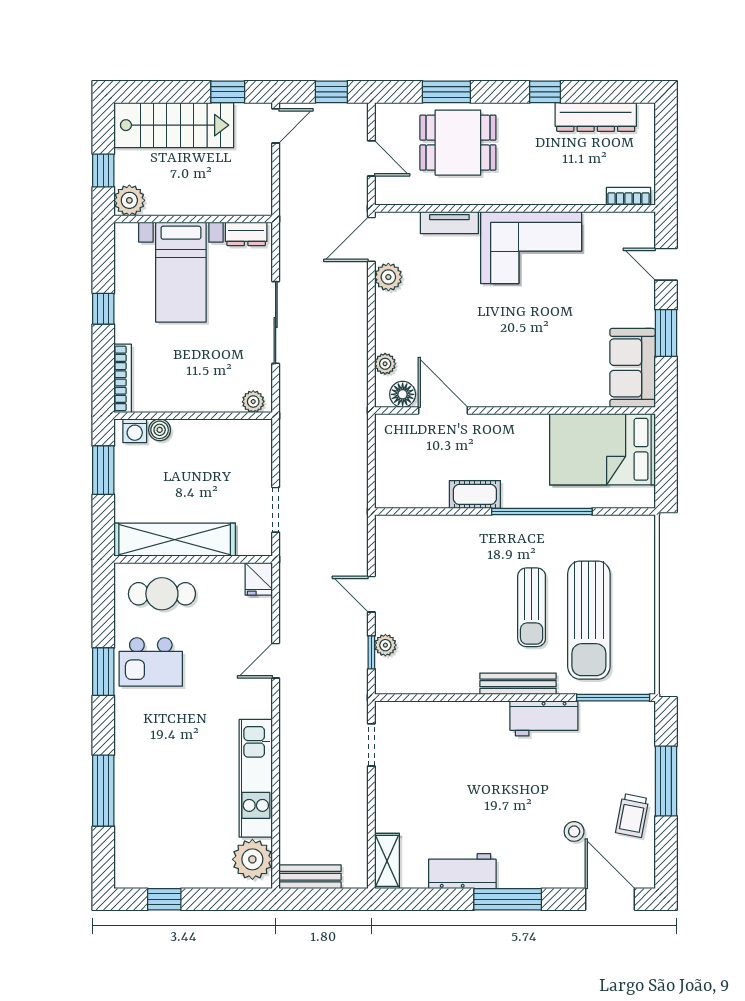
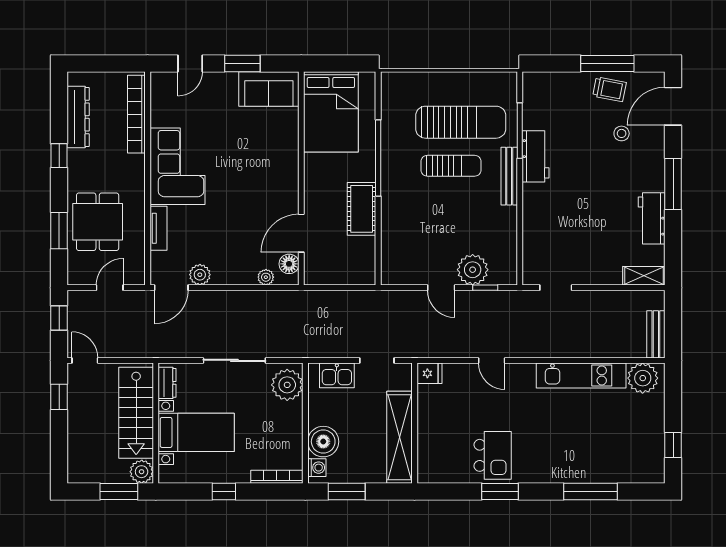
stairs: (174, 125) -> (136, 413), moved, turned 180
window: (103, 171) -> (119, 492), width x1.50
bookcase: (629, 196) -> (136, 114), width x2.31, depth x1.31
door: (371, 239) -> (171, 288), hinge flipped
plant: (253, 402) -> (287, 385), width x1.87, depth x1.87
boiler: (160, 430) -> (323, 442), width x1.86, depth x1.86
kitchen sink: (256, 457) -> (337, 375), added
cot: (475, 494) -> (362, 209), width x1.37, depth x1.34
cafe table: (162, 594) -> (441, 447), removed
door: (371, 594) -> (441, 288), hinge flipped
plant: (385, 645) -> (473, 270), width x1.87, depth x1.87
window: (613, 698) -> (520, 131), moved
window: (666, 781) -> (607, 64), moved

